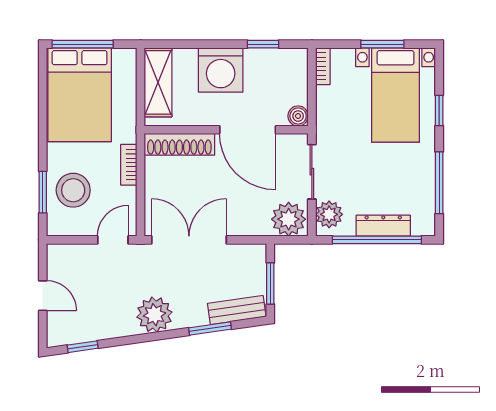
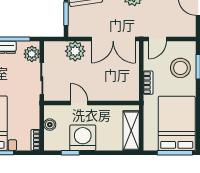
washing machine: (221, 70) -> (83, 138), moved
boiler: (298, 116) -> (50, 125), moved
door: (248, 130) -> (79, 103), width x0.53
shoe rack: (179, 144) -> (119, 95), removed
plant: (289, 219) -> (75, 51), moved

